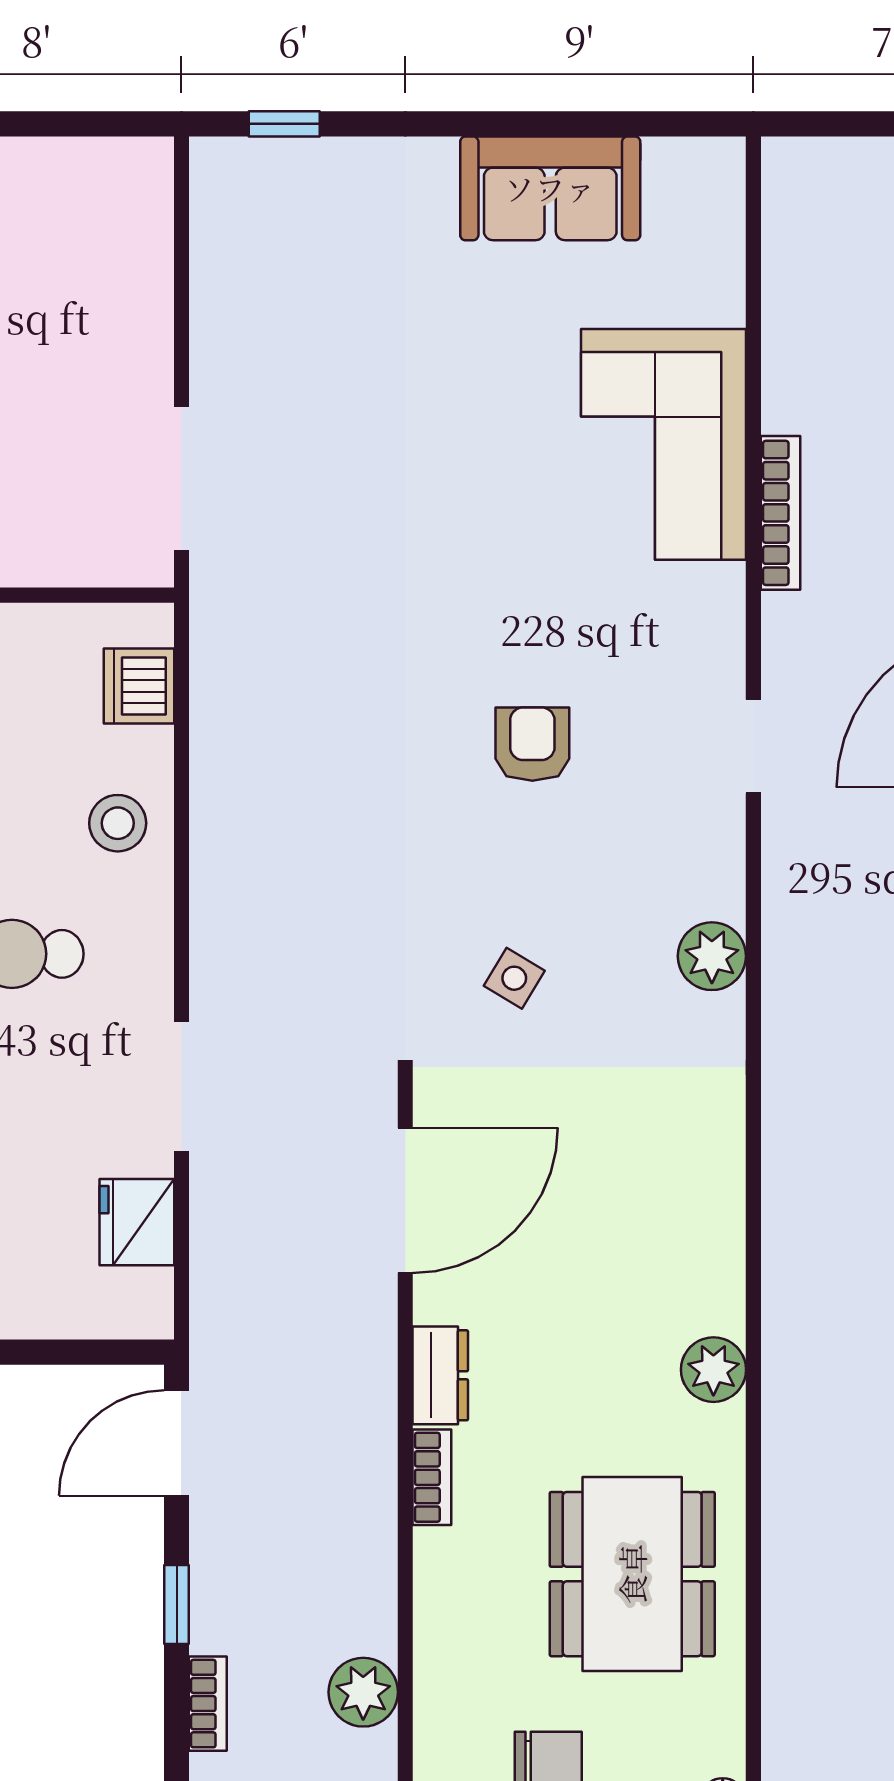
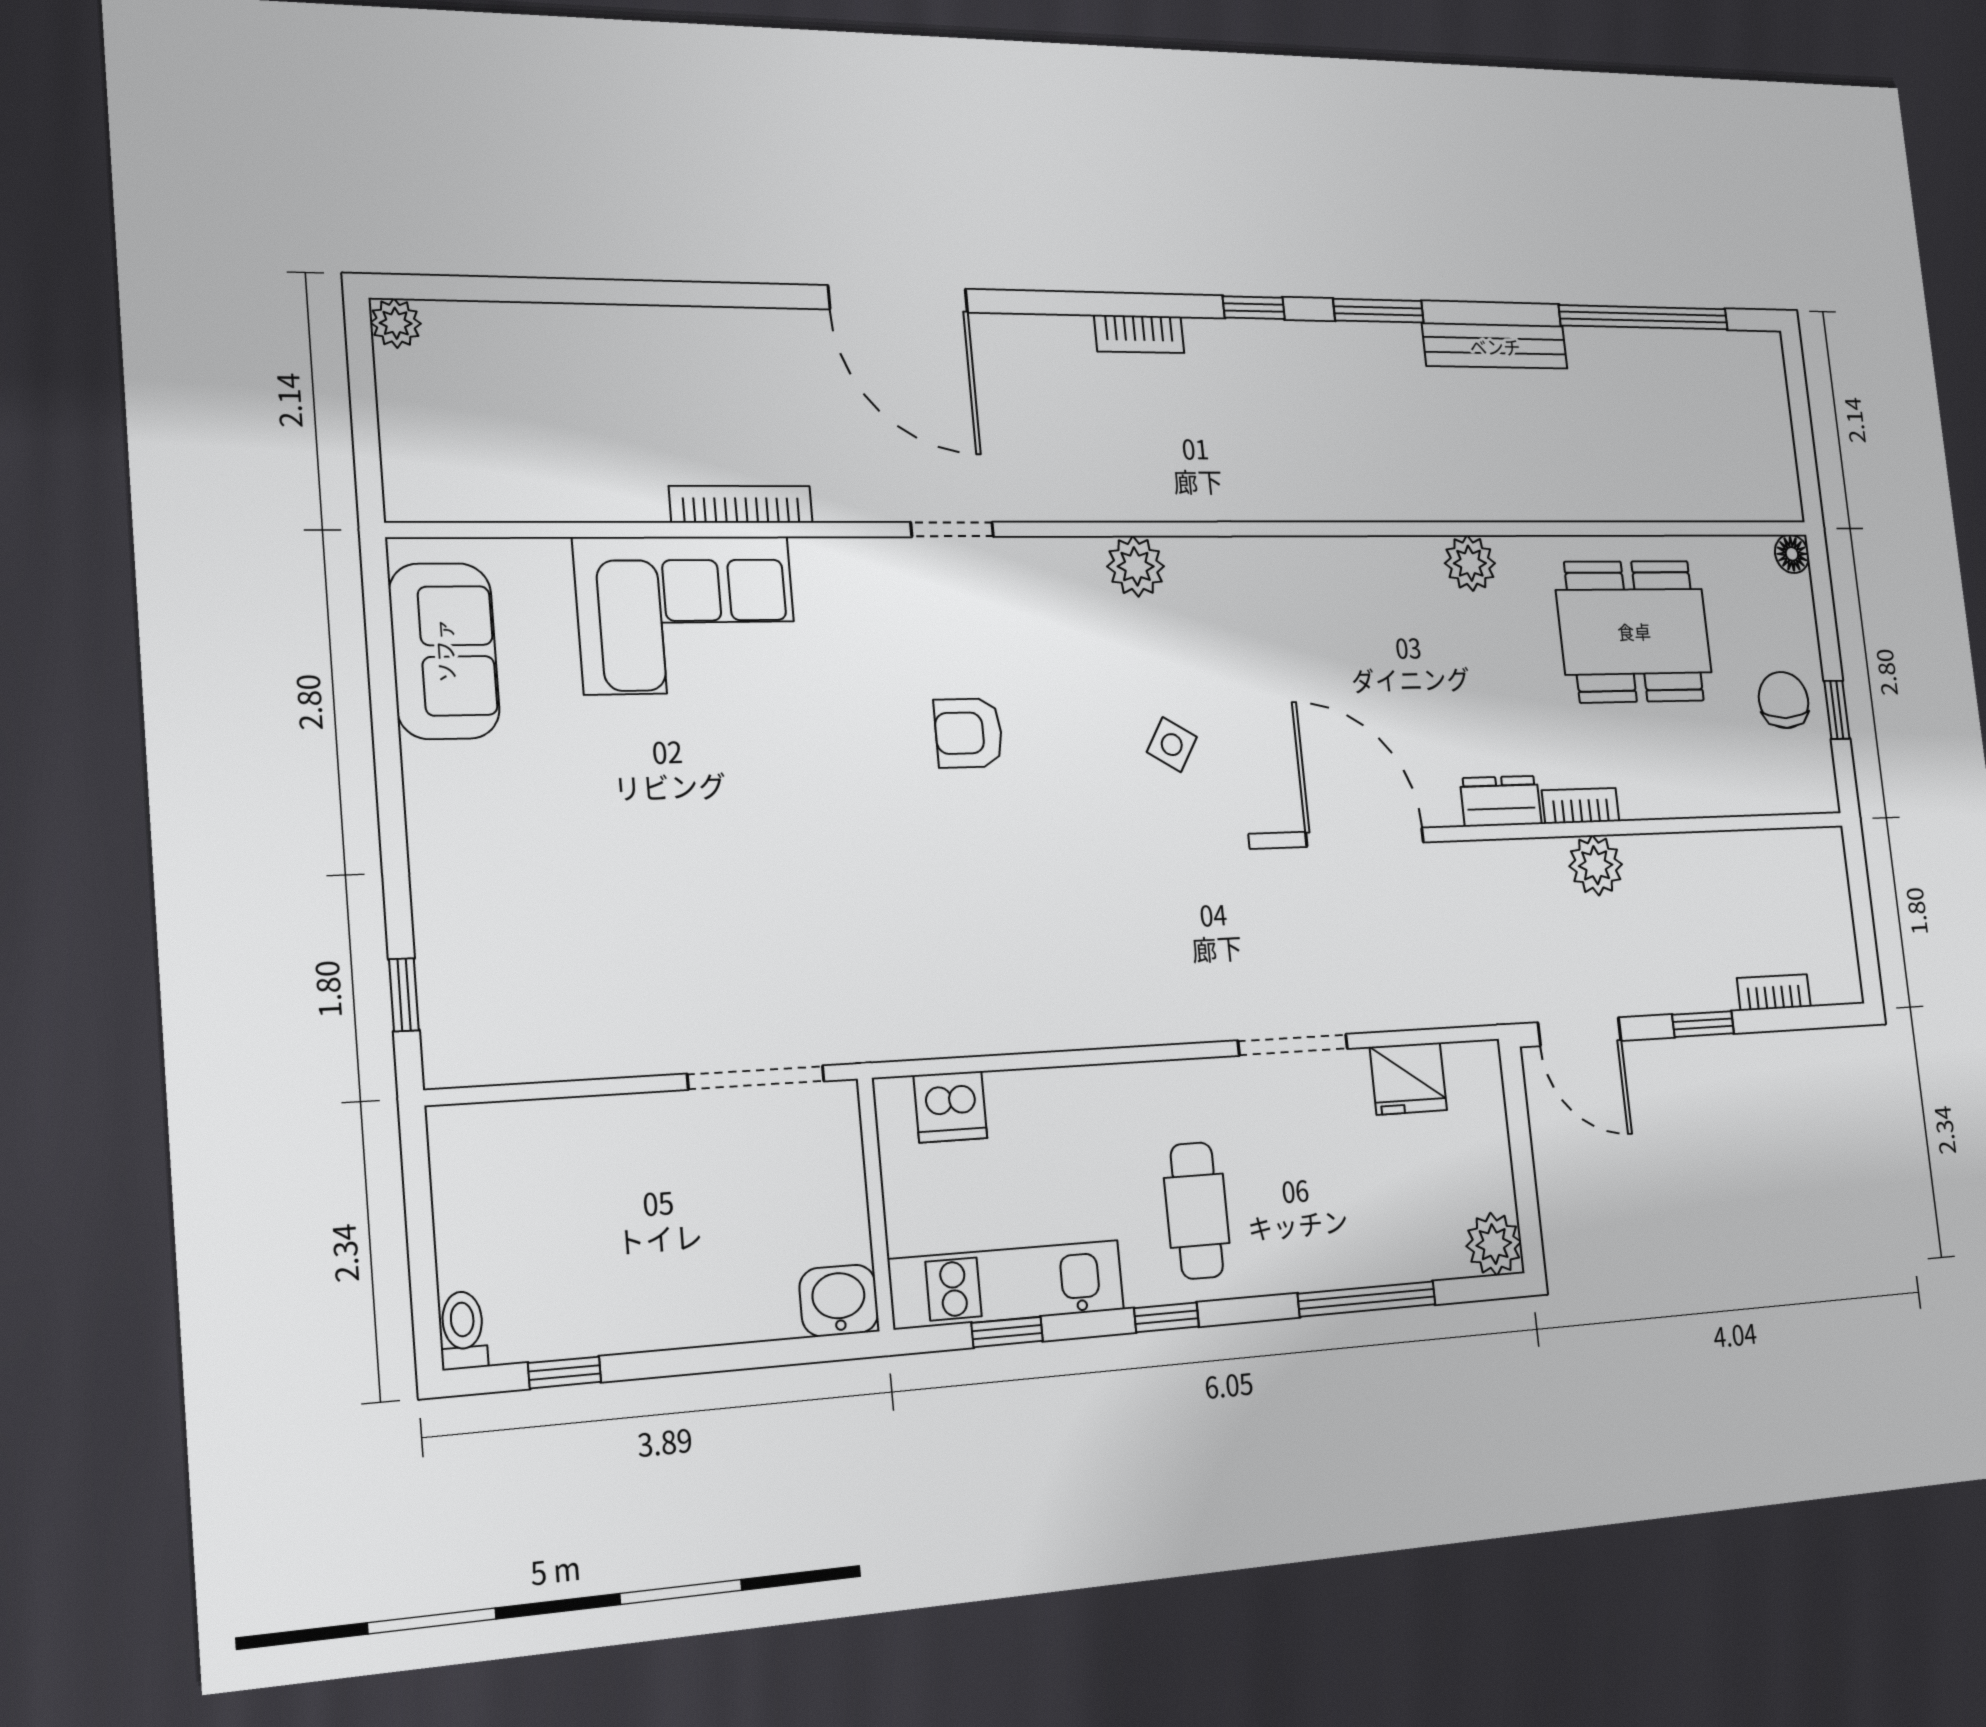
sofa: (550, 188) -> (444, 651), moved
stool: (118, 823) -> (1074, 1119), removed
plant: (363, 1692) -> (1596, 865), moved

